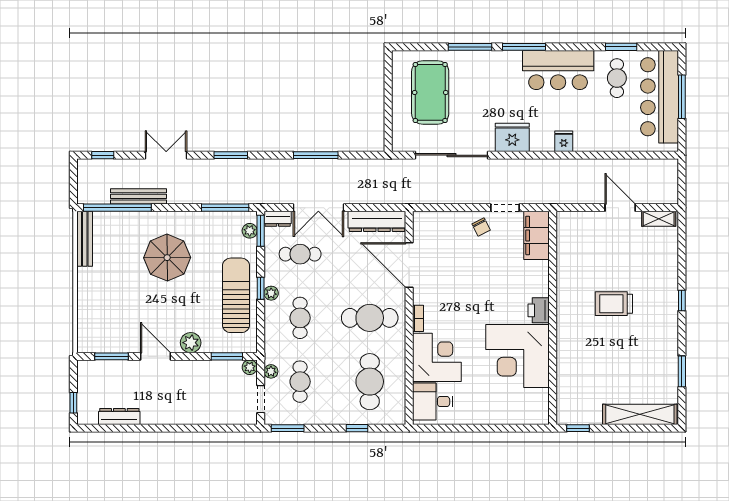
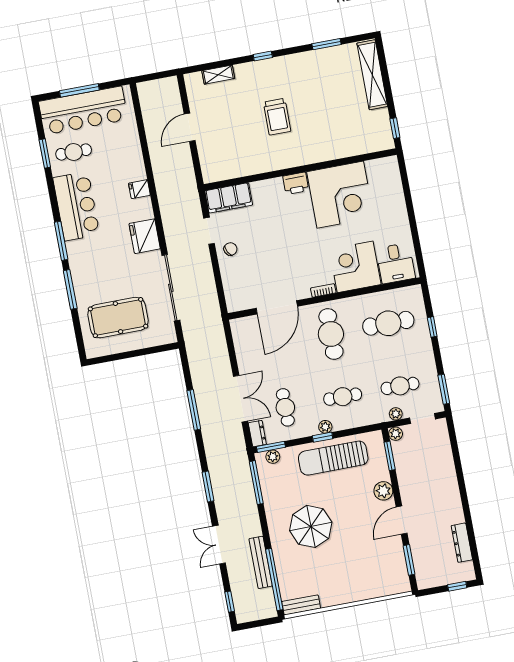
shelving: (659, 219) -> (218, 75), moved, turned 90
dresser: (377, 221) -> (243, 344), removed
bench: (85, 239) -> (301, 605), width x0.73

